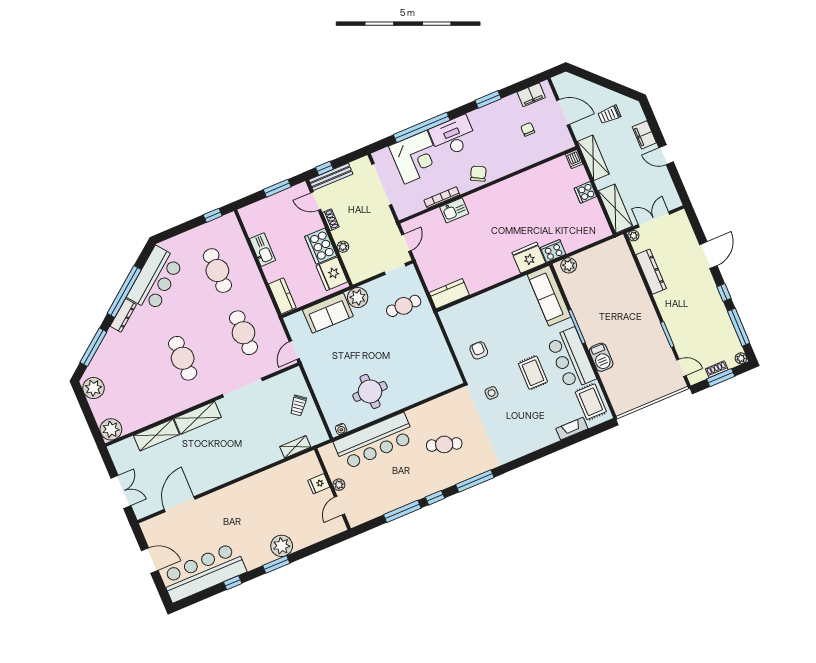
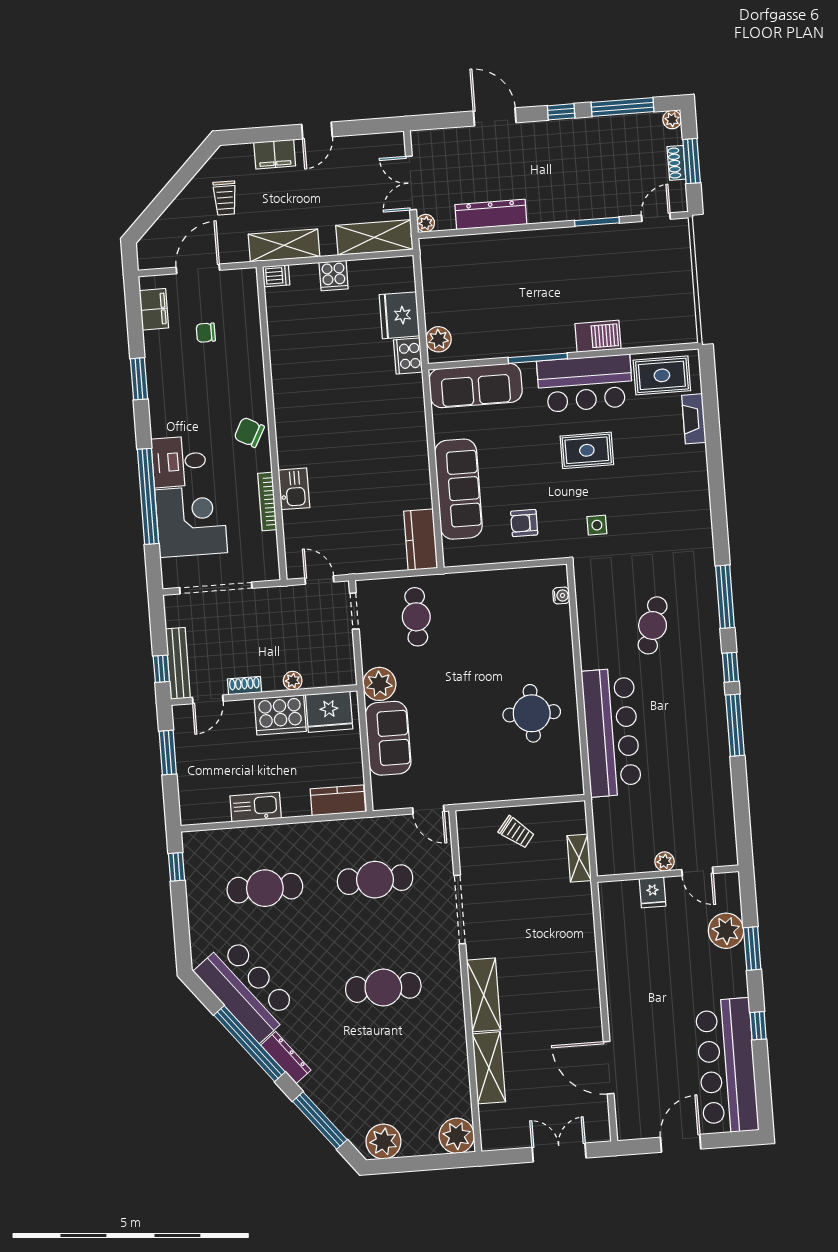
desk: (453, 136) -> (179, 462), width x0.73
fridge: (529, 258) -> (399, 315), moved
sofa: (486, 306) -> (458, 489), added
water cooler: (341, 429) -> (561, 596), moved
fridge: (319, 484) -> (653, 892), moved
plant: (339, 485) -> (664, 862), moved
wall: (332, 489) -> (668, 874), moved
door: (339, 506) -> (697, 871), moved

